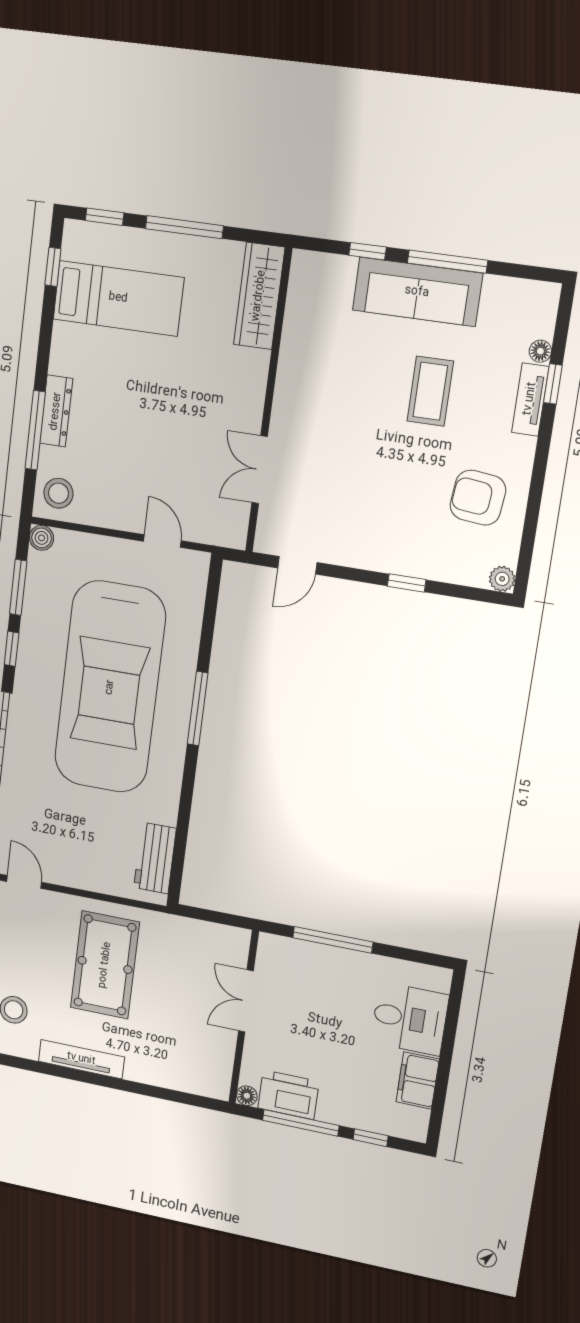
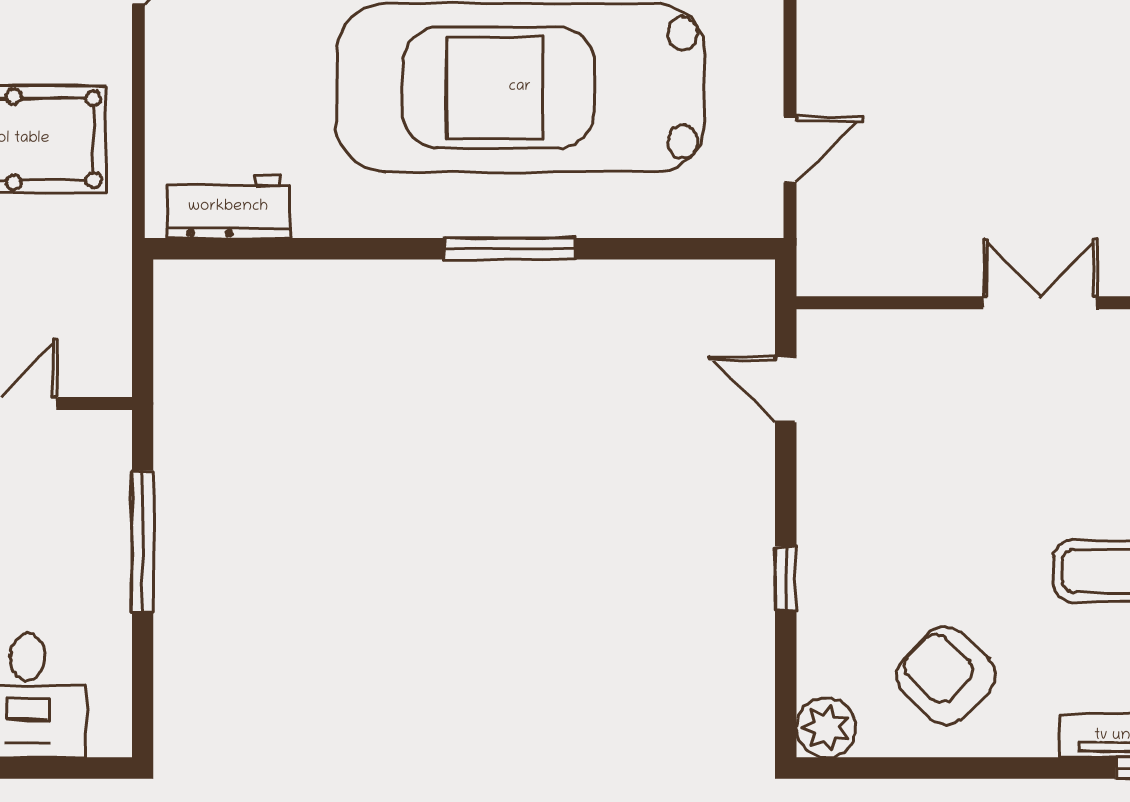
double door: (260, 470) -> (1040, 303), moved
armchair: (478, 498) -> (946, 675), turned -52
plant: (502, 579) -> (826, 728), width x1.38, depth x1.38

